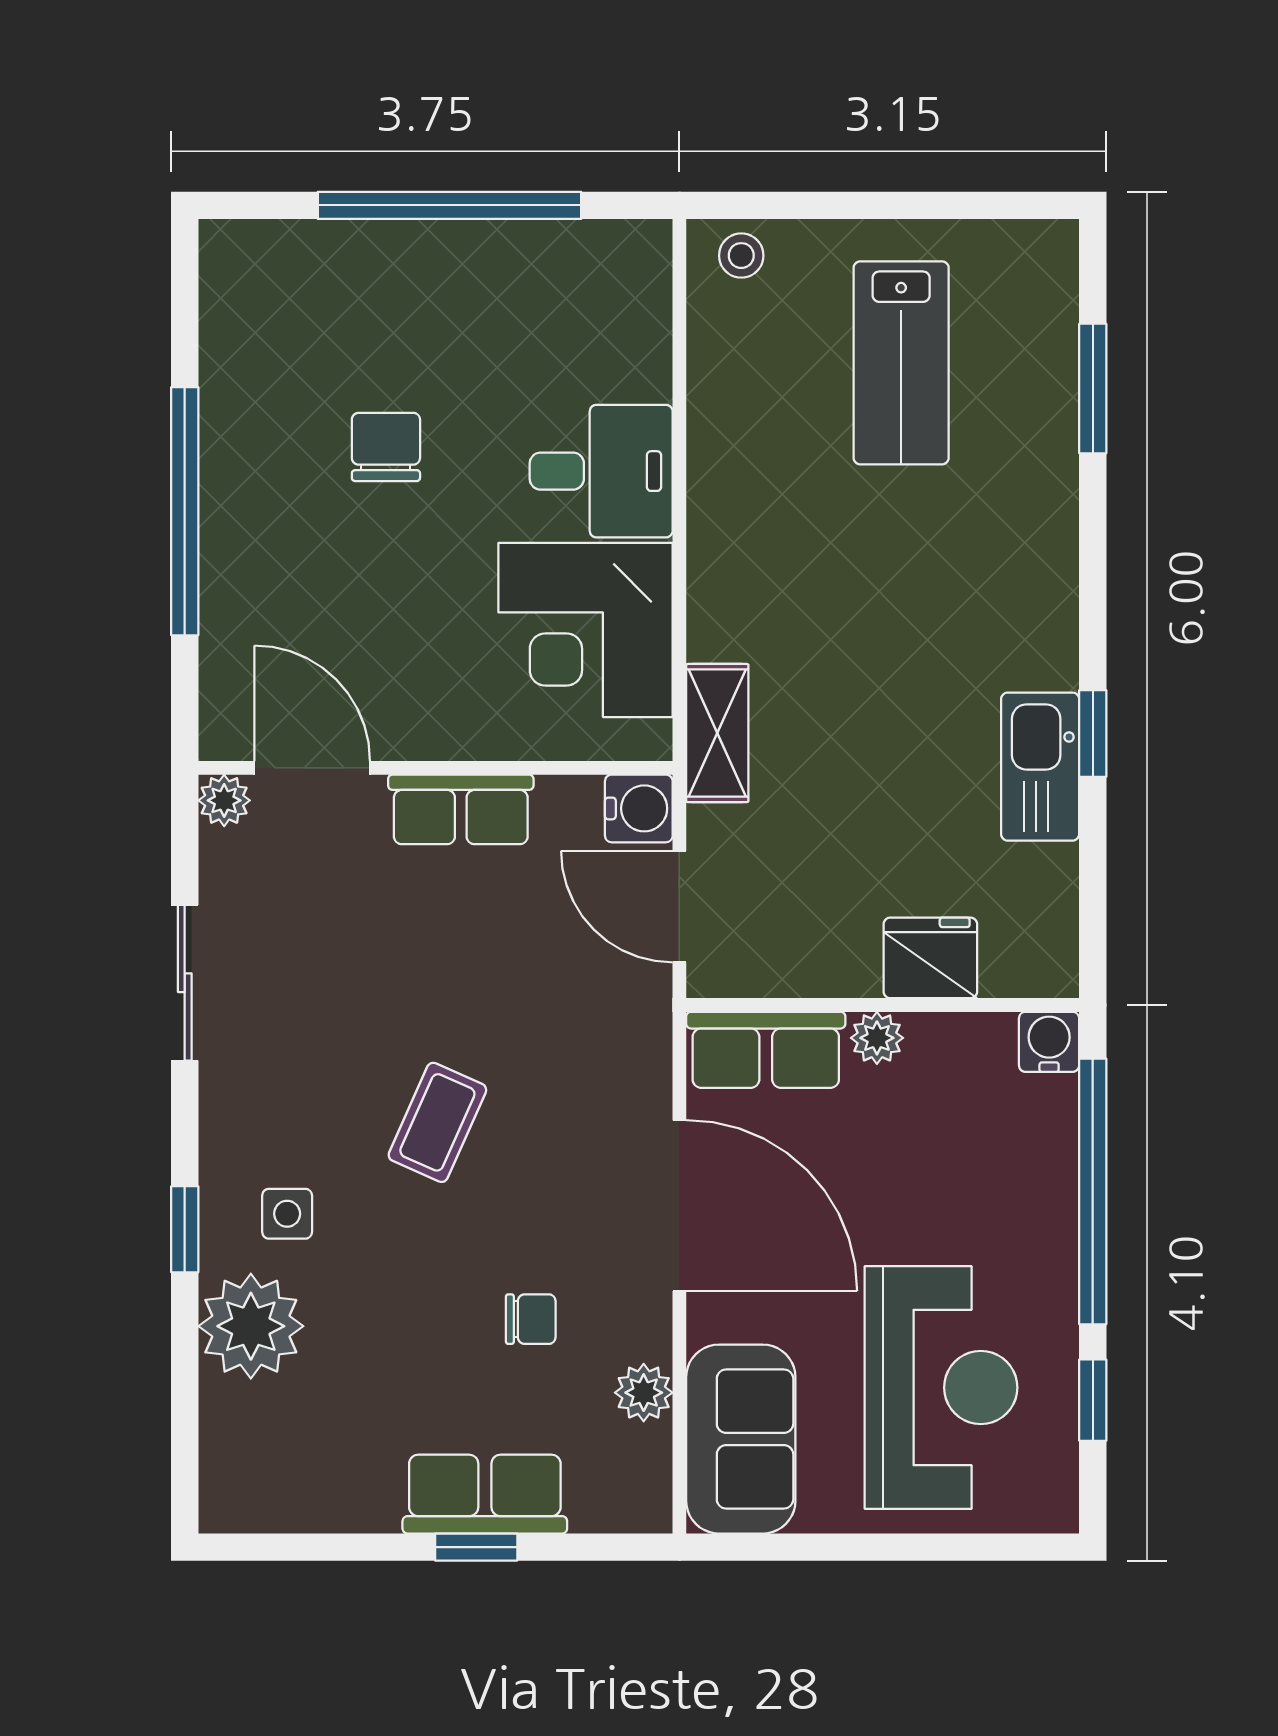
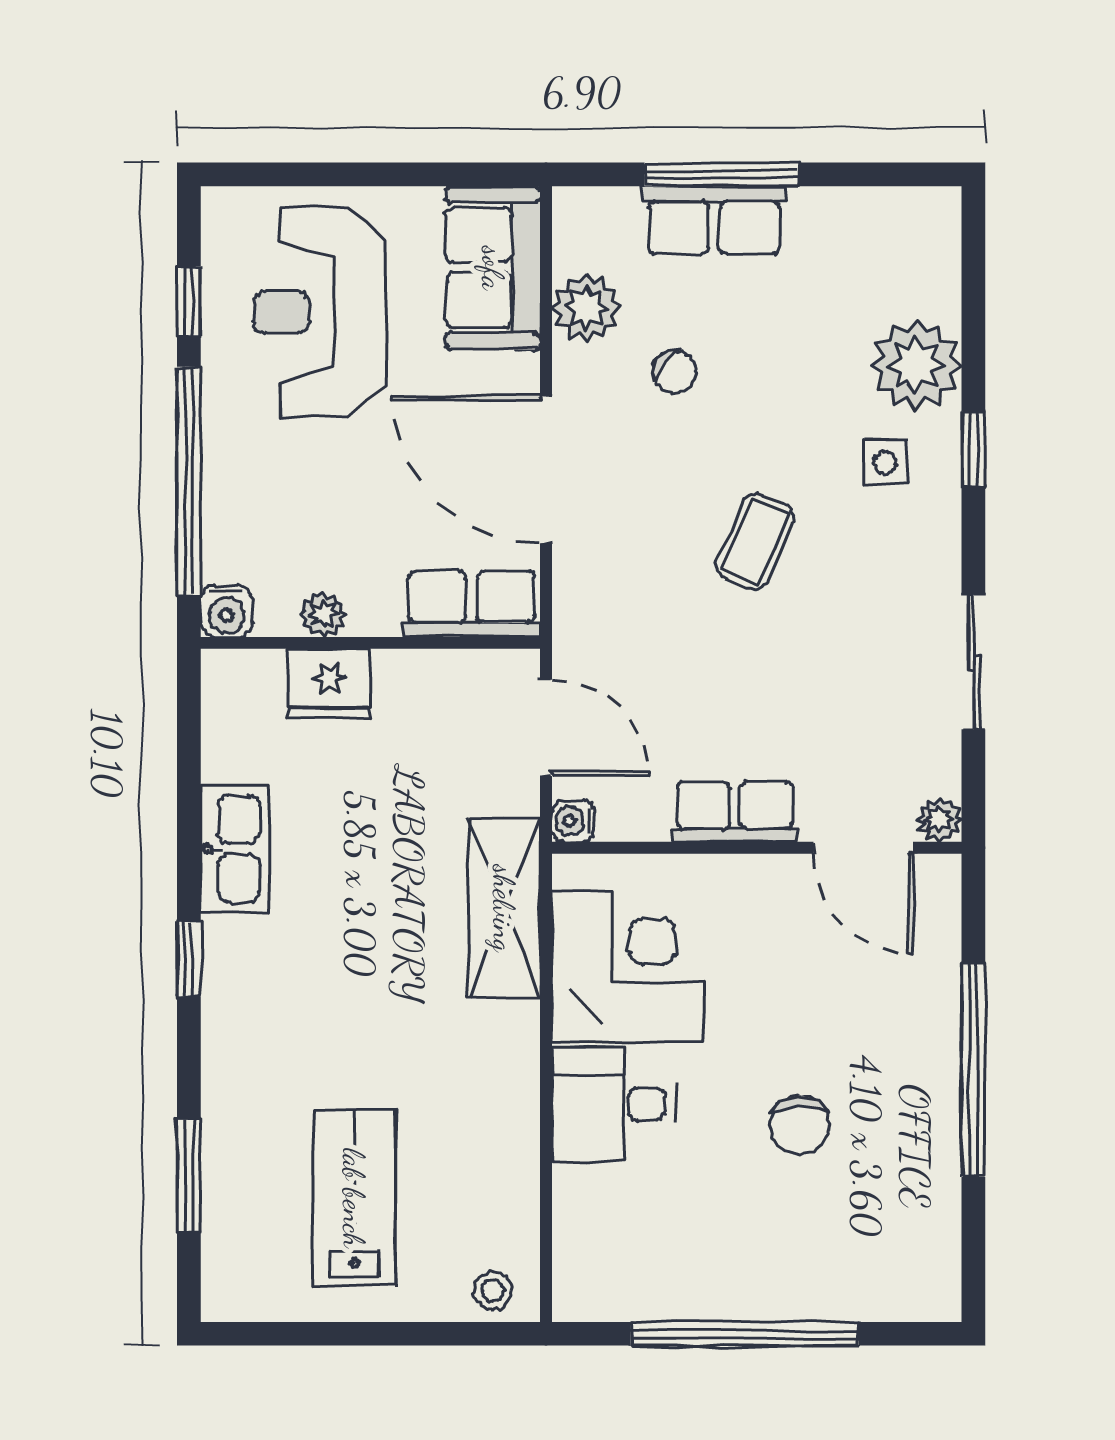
shelving: (717, 733) -> (504, 908), width x1.50, depth x1.33
window: (1093, 733) -> (189, 959), moved
water cooler: (639, 808) -> (573, 821), width x0.72, depth x0.72
plant: (877, 1038) -> (323, 614), moved
chair: (531, 1319) -> (674, 371), turned -143
plant: (644, 1393) -> (586, 308), width x1.38, depth x1.38
window: (476, 1547) -> (722, 174), width x2.17

